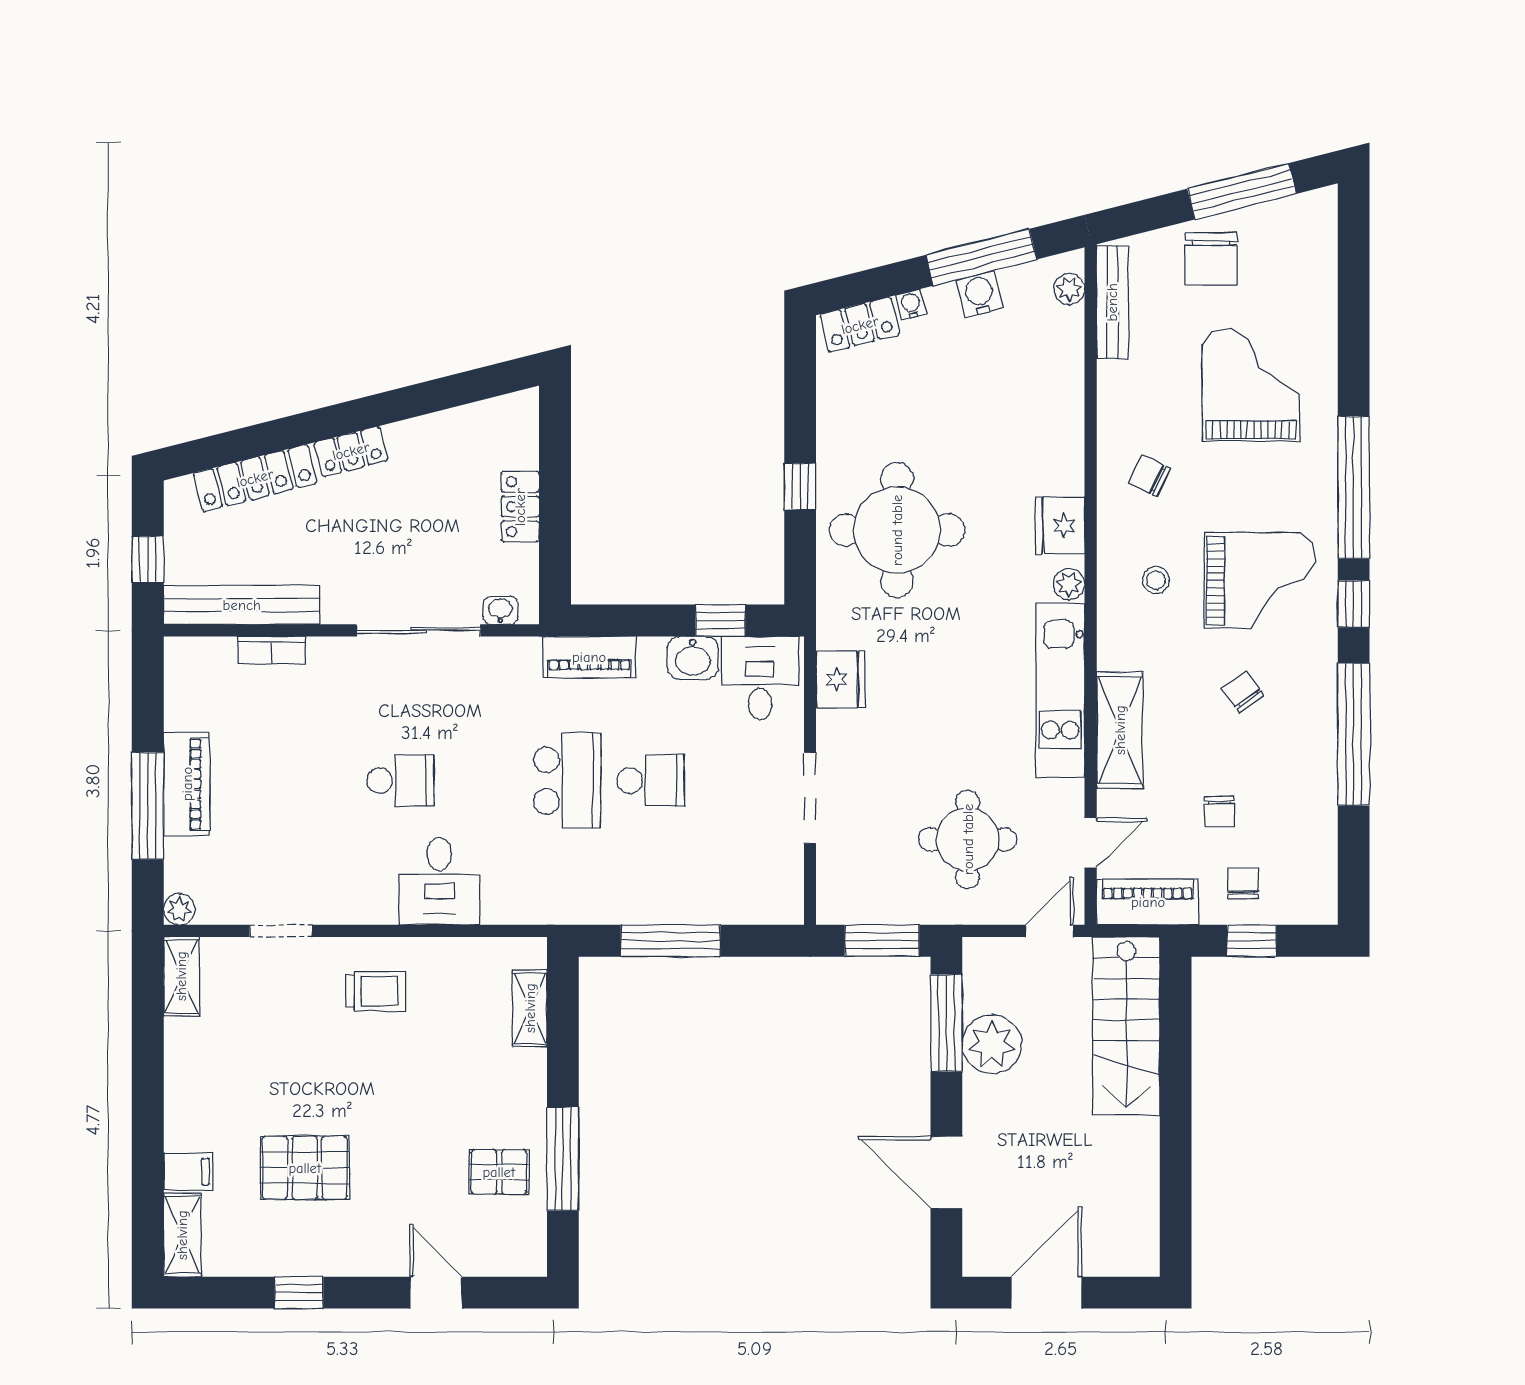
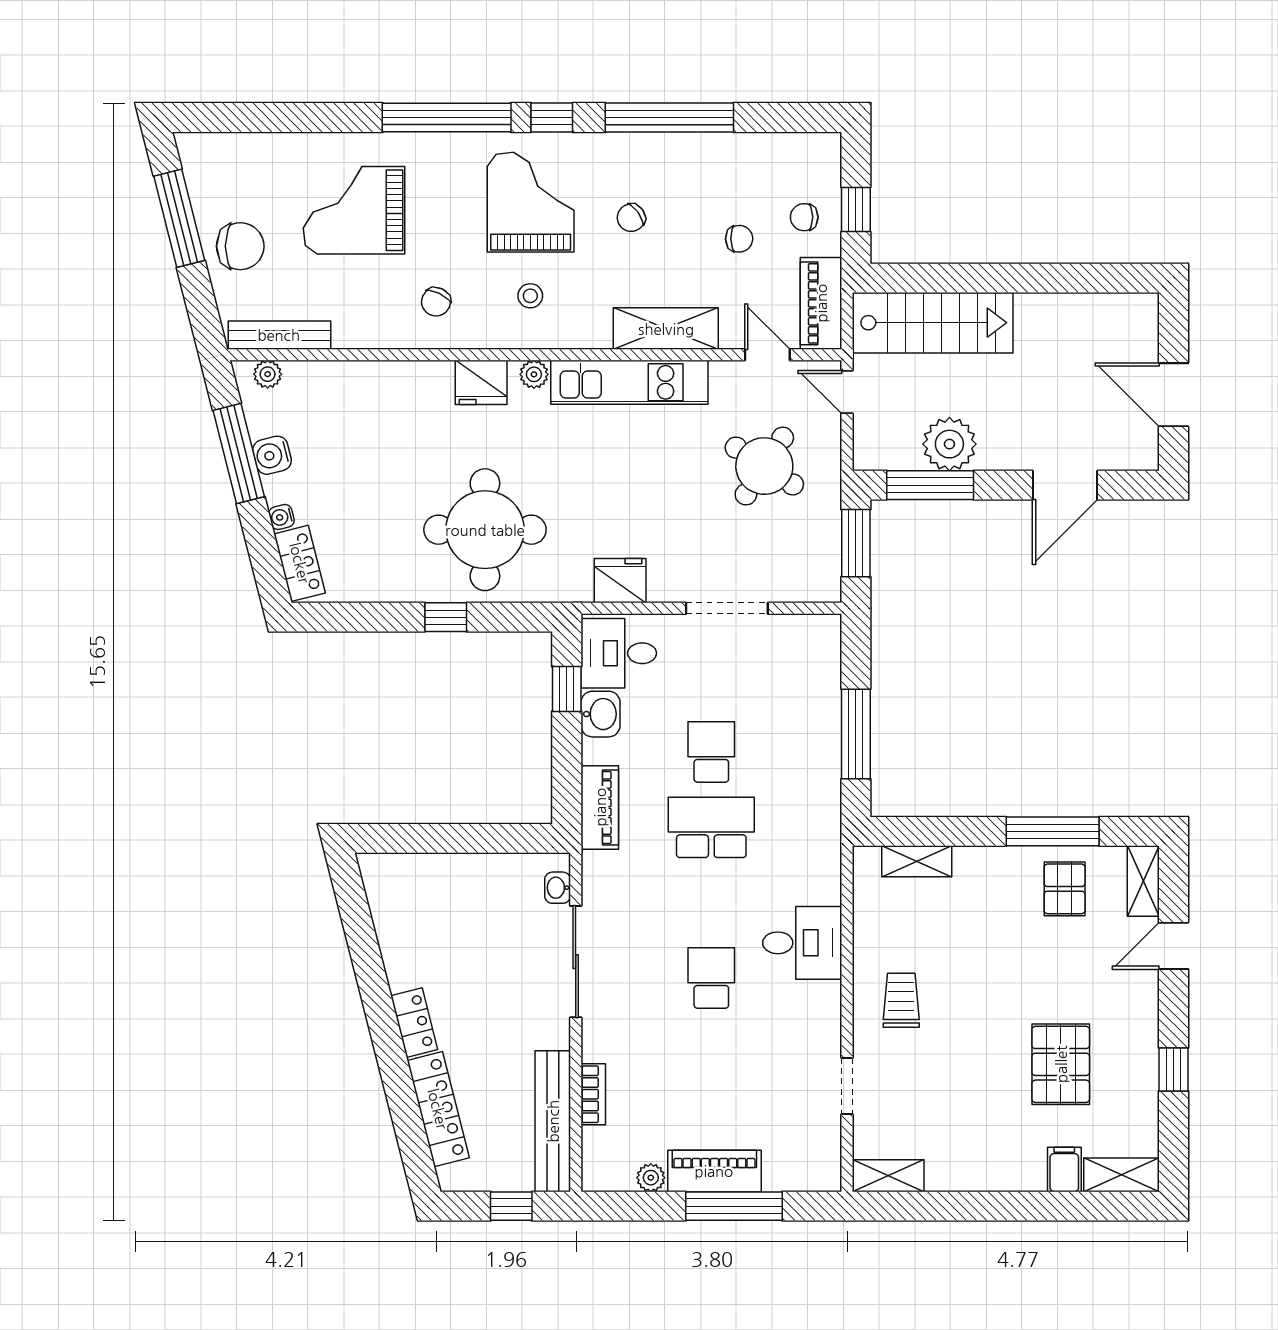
locker: (520, 507) -> (464, 870), removed
round table: (968, 839) -> (764, 466), turned 33
plant: (179, 909) -> (651, 1178), moved
shelving: (508, 1259) -> (1143, 881), added

